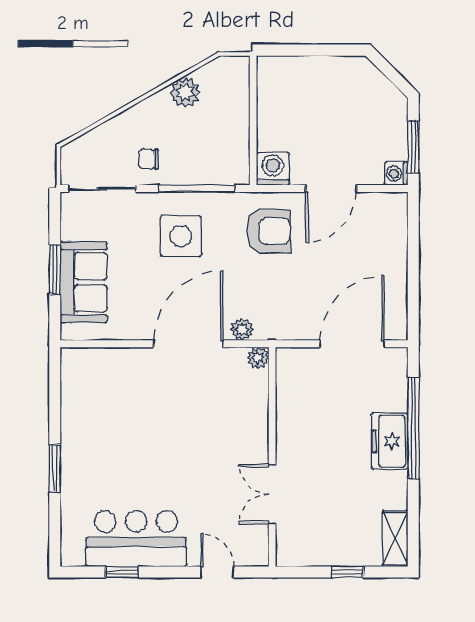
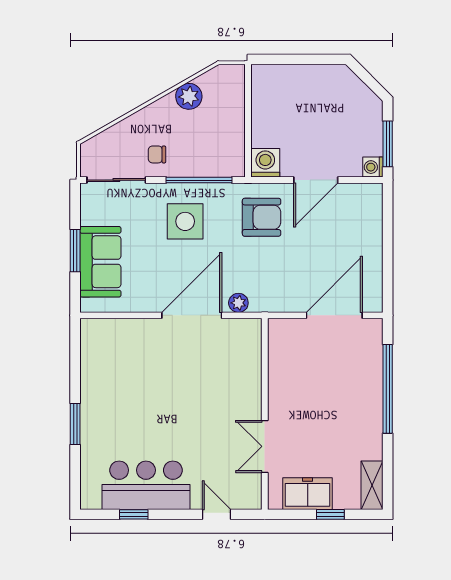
plant: (258, 358) -> (253, 328), removed
freezer: (389, 441) -> (308, 494), moved, turned 90

